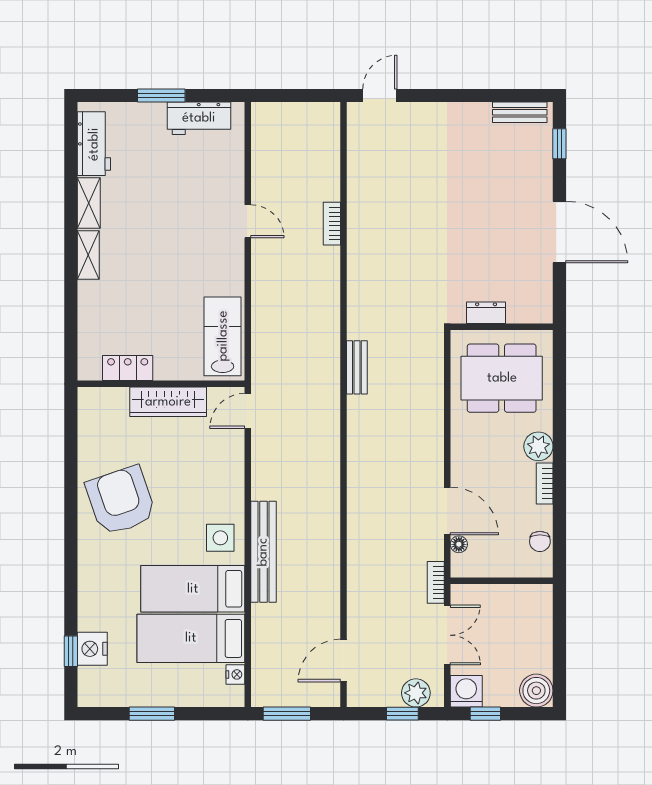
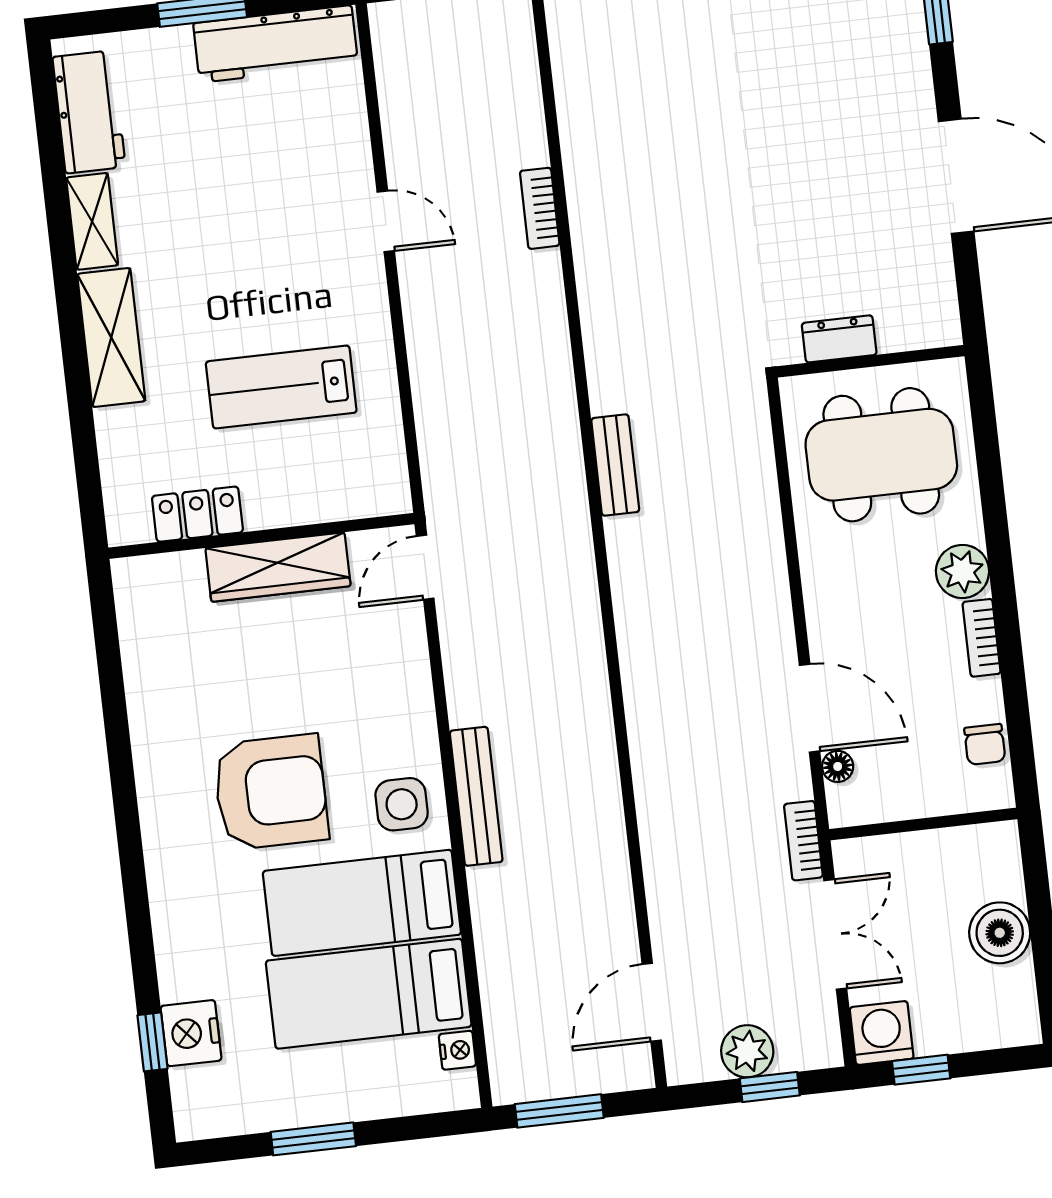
workbench: (199, 118) -> (276, 44), width x1.38
shelving: (88, 255) -> (111, 337), width x1.50, depth x1.33
lab bench: (223, 336) -> (281, 387), moved, turned -90
armchair: (121, 501) -> (271, 792), moved, turned 109
bench: (263, 552) -> (476, 796), width x0.73, depth x0.82
boiler: (536, 691) -> (1000, 933), moved
plant: (416, 693) -> (747, 1051), moved

